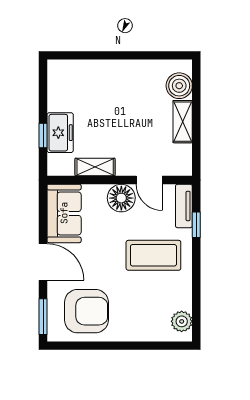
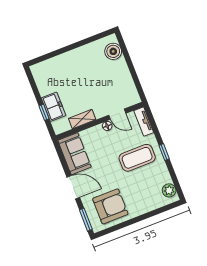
shelving: (183, 122) -> (124, 72), removed
floor lamp: (121, 198) -> (107, 126), width x0.53, depth x0.53
window: (196, 225) -> (164, 152), moved

